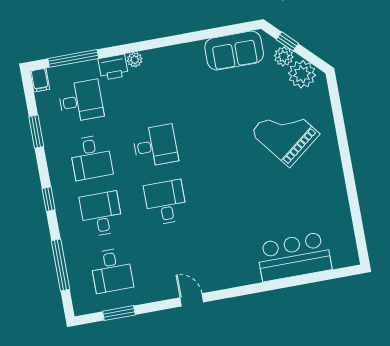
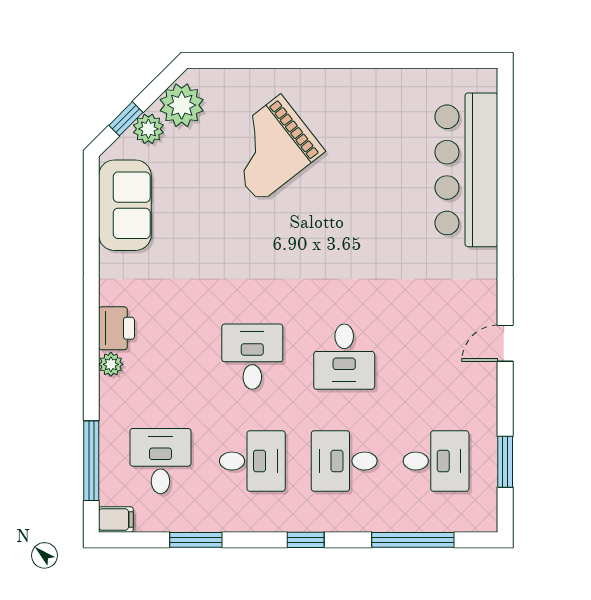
printer: (113, 67) -> (117, 328), moved
desk: (165, 202) -> (344, 357), turned -90
bar counter: (294, 257) -> (466, 170), width x1.36

